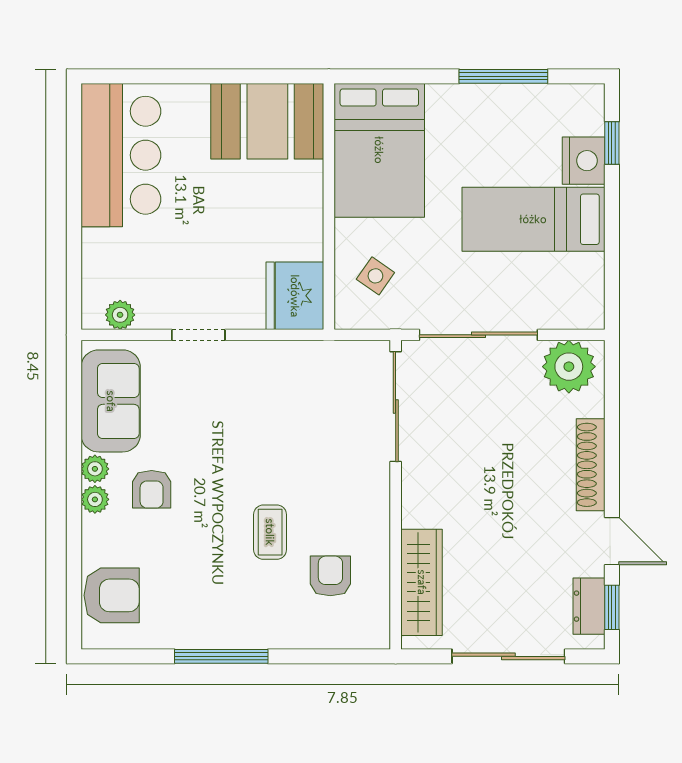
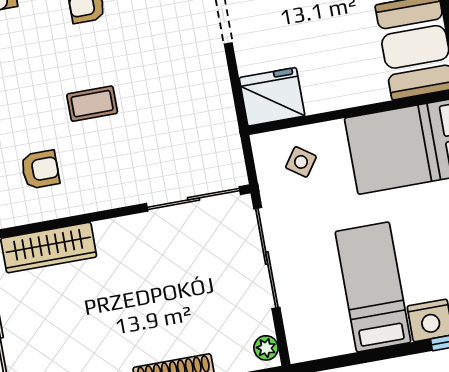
plant: (569, 367) -> (266, 348), width x0.53, depth x0.53
coffee table: (270, 532) -> (92, 104), moved

